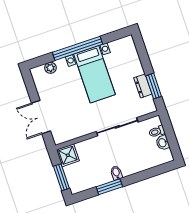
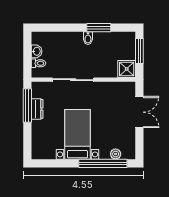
window: (77, 48) -> (103, 163), moved
window: (154, 86) -> (27, 106), width x1.44

